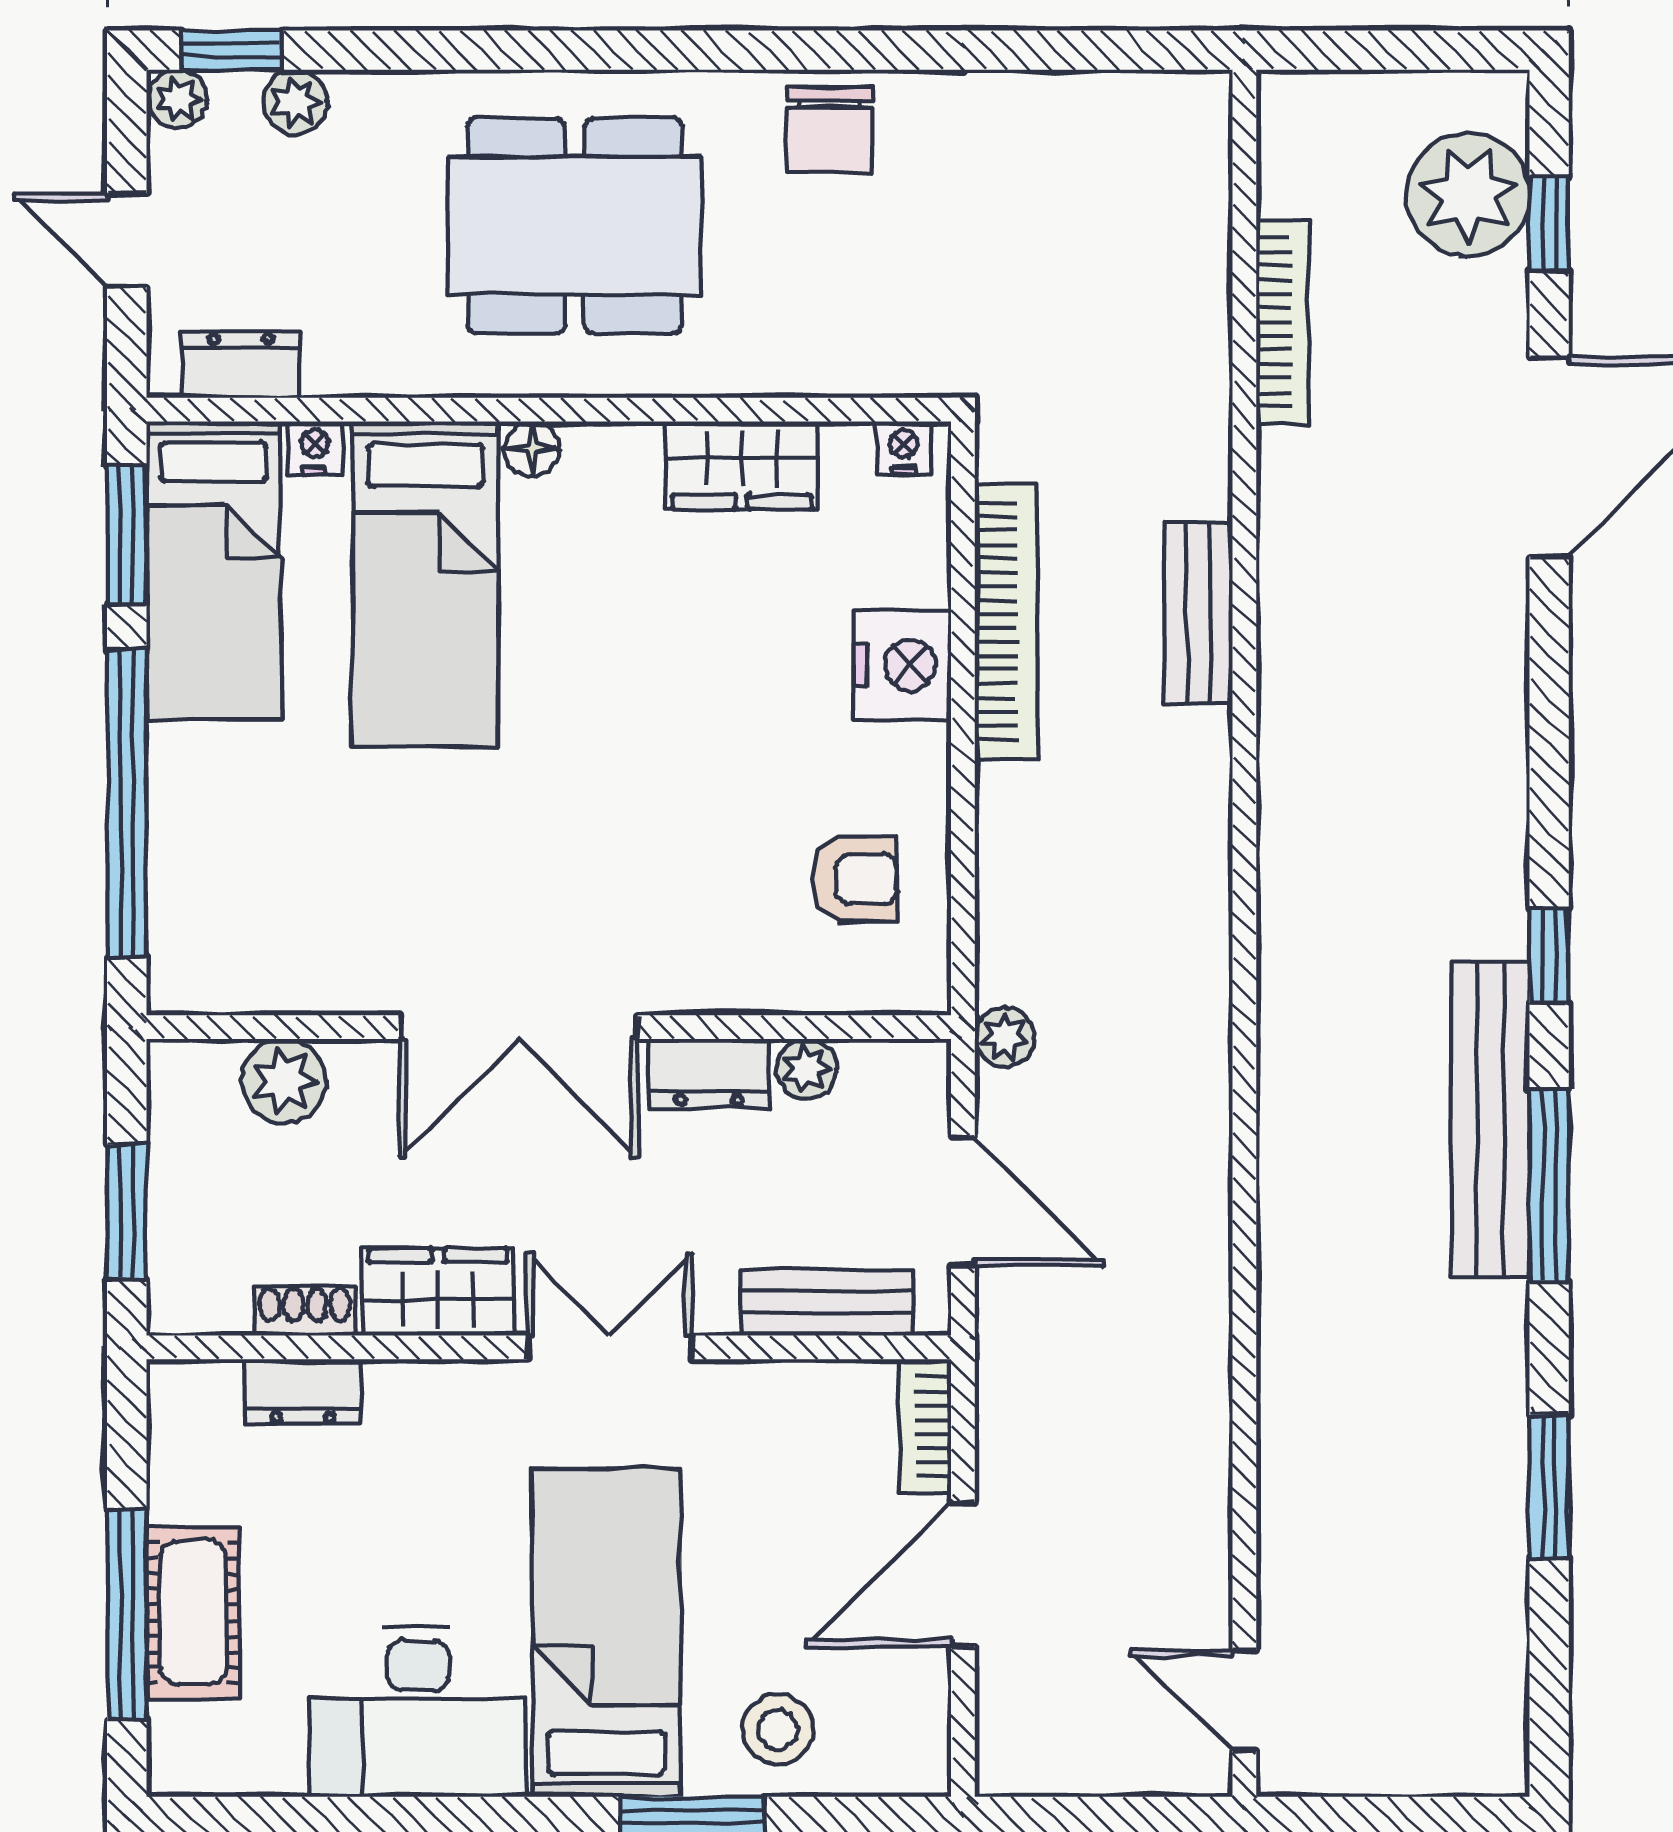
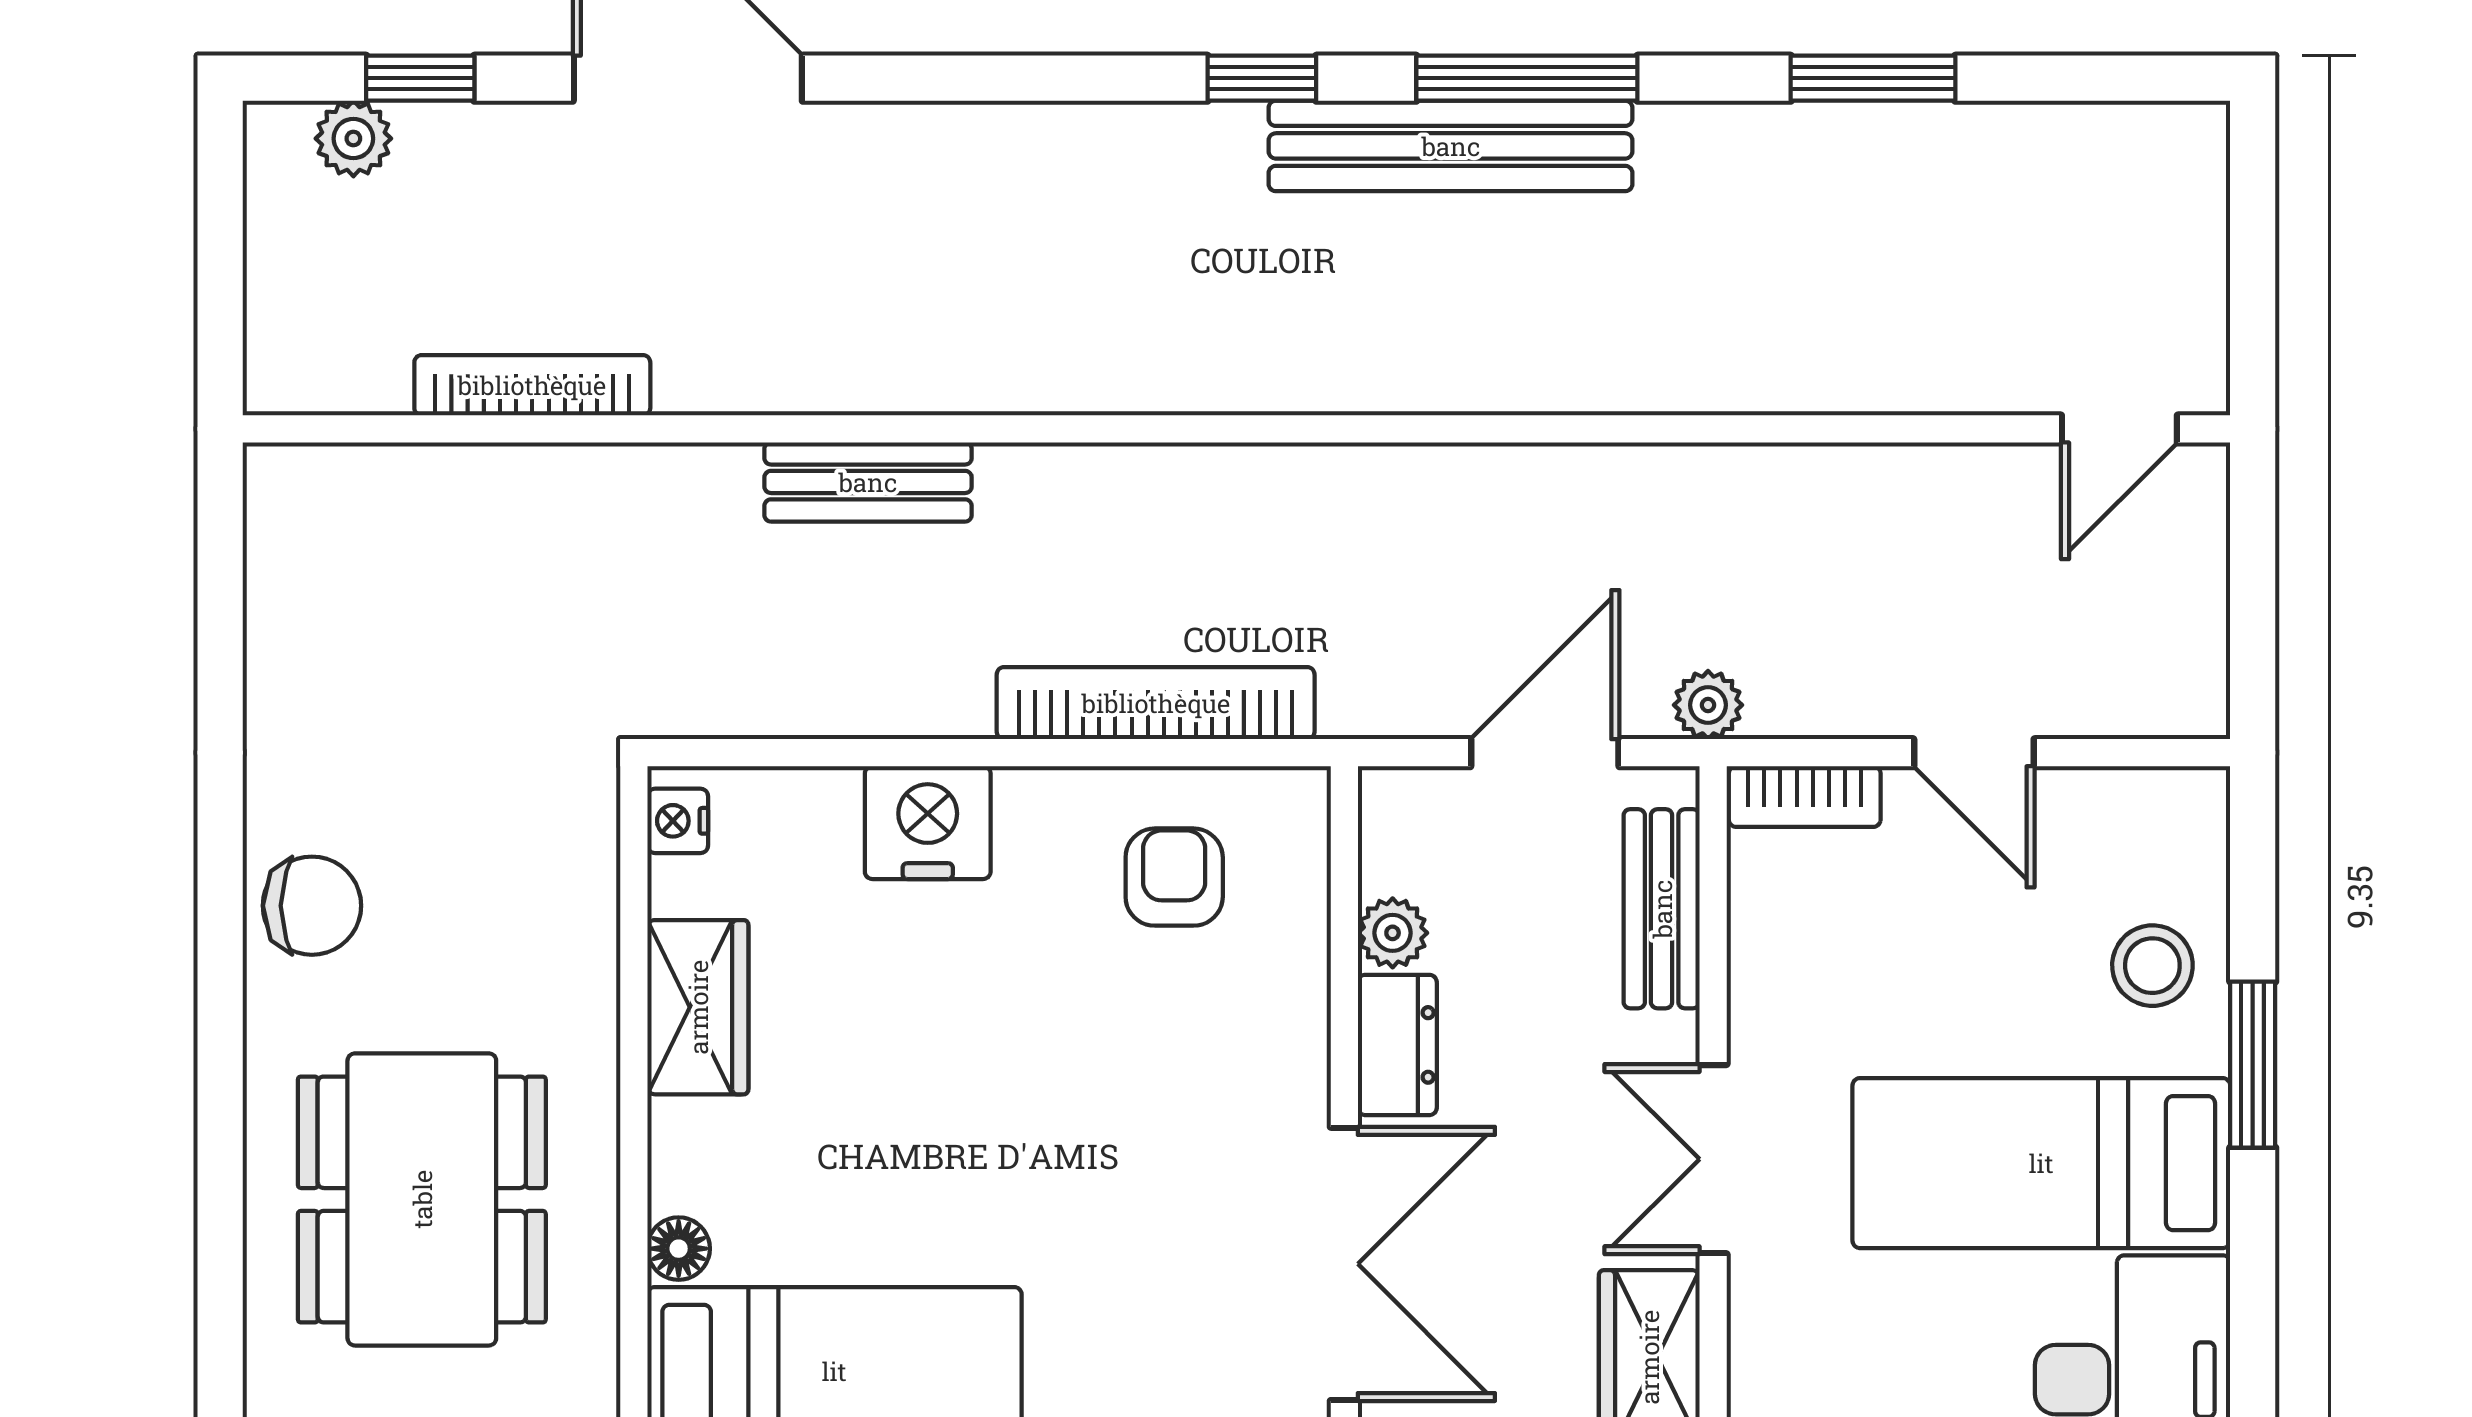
plant: (1468, 195) -> (353, 139), width x0.53, depth x0.53
bookcase: (1006, 621) -> (1156, 703), moved
plant: (1004, 1037) -> (1708, 705), moved
door: (963, 1574) -> (1974, 753), width x0.73

